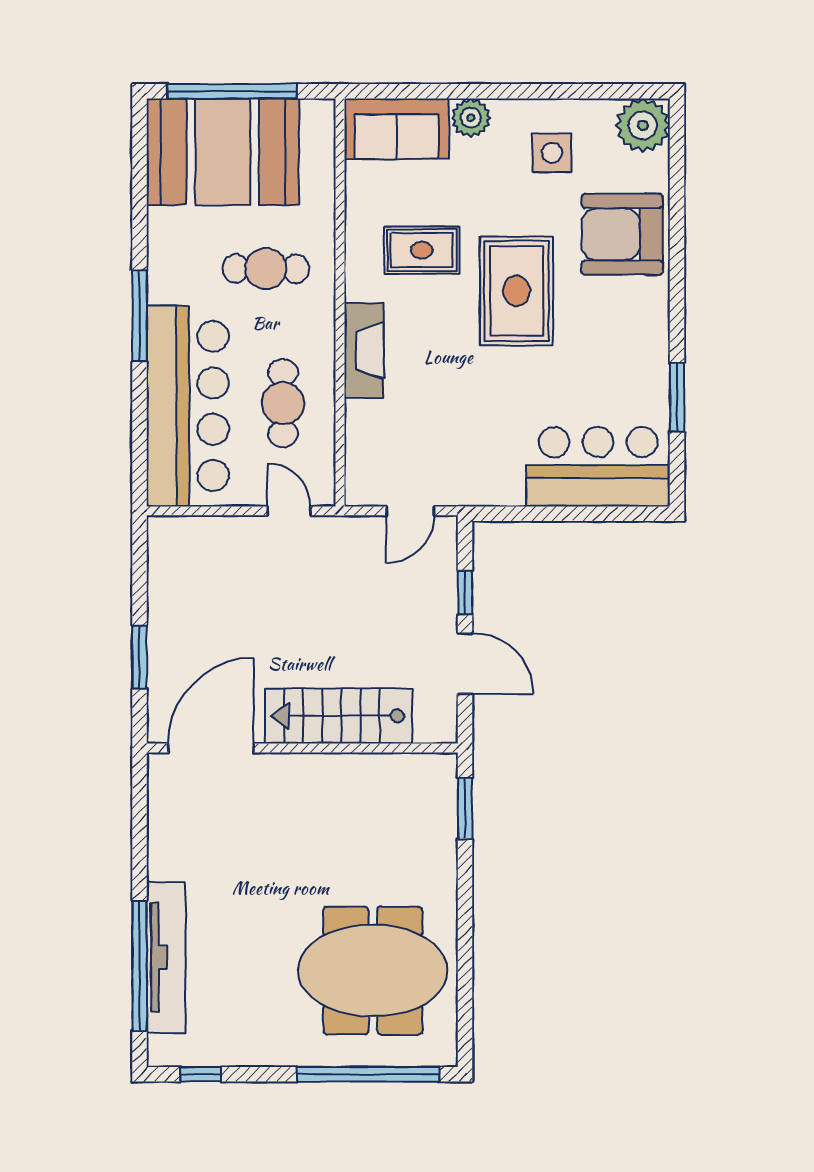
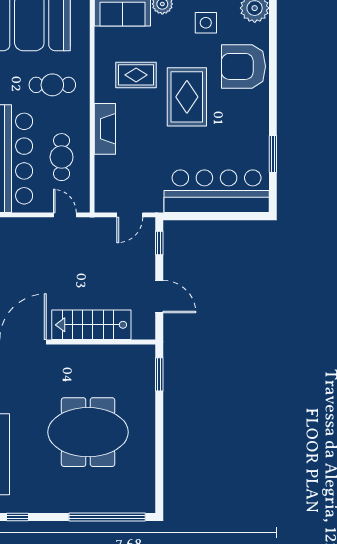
bar counter: (598, 467) -> (217, 191), width x1.36
window: (465, 592) -> (159, 243), moved
meeting table: (373, 971) -> (88, 432), moved

